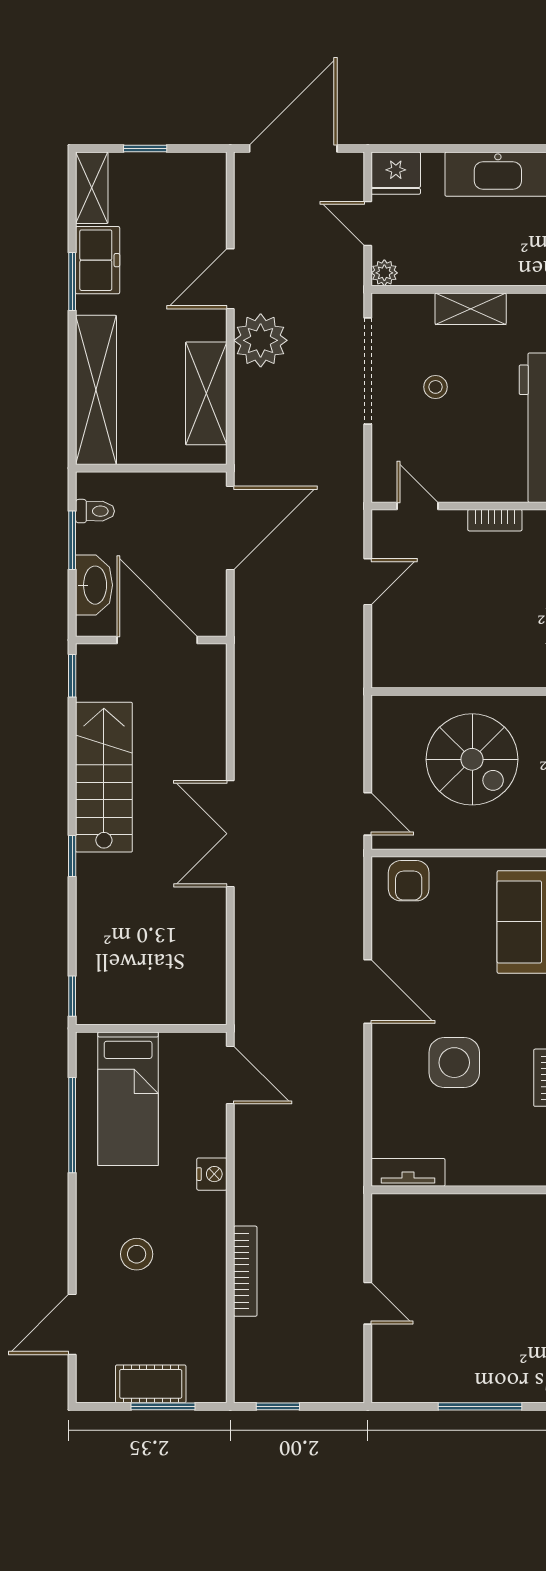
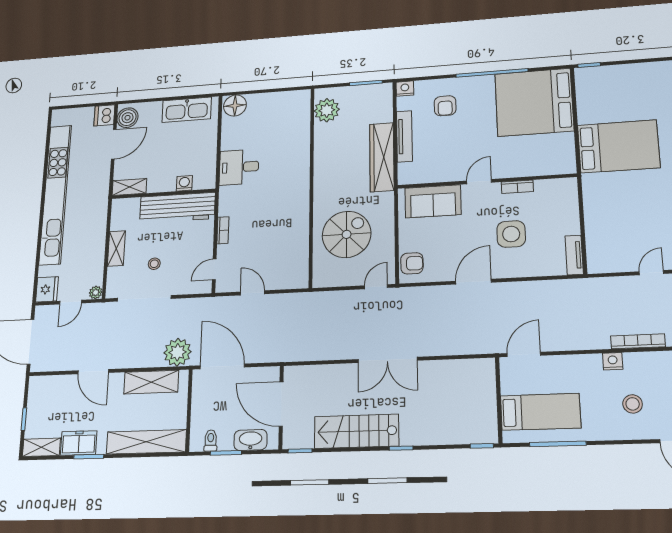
plant: (261, 340) -> (177, 352), moved
door: (157, 640) -> (281, 404), hinge flipped
nightstand: (212, 1174) -> (613, 361), moved

